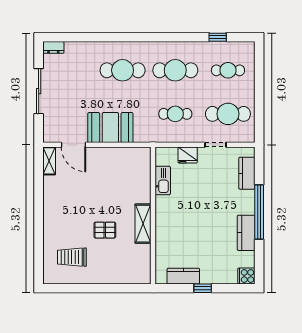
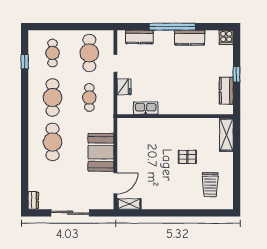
shelving: (143, 224) -> (226, 135), moved, turned 90
pallet: (105, 230) -> (187, 157), turned 90

